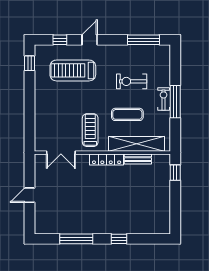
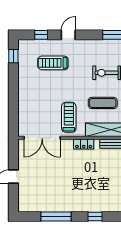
treadmill: (73, 70) -> (53, 63), width x0.73, depth x0.73
double door: (61, 153) -> (42, 138), width x1.37
locker: (107, 159) -> (84, 144), width x0.66

